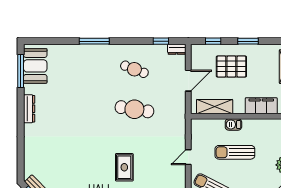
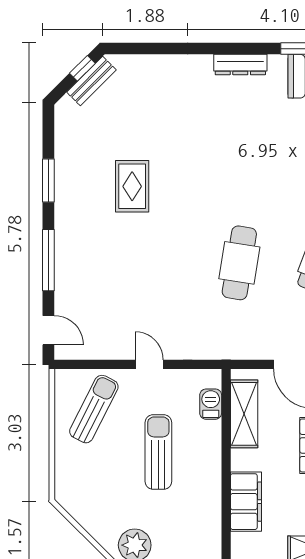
barbecue: (233, 124) -> (211, 404), moved
rug: (124, 167) -> (132, 186), moved, turned 90

